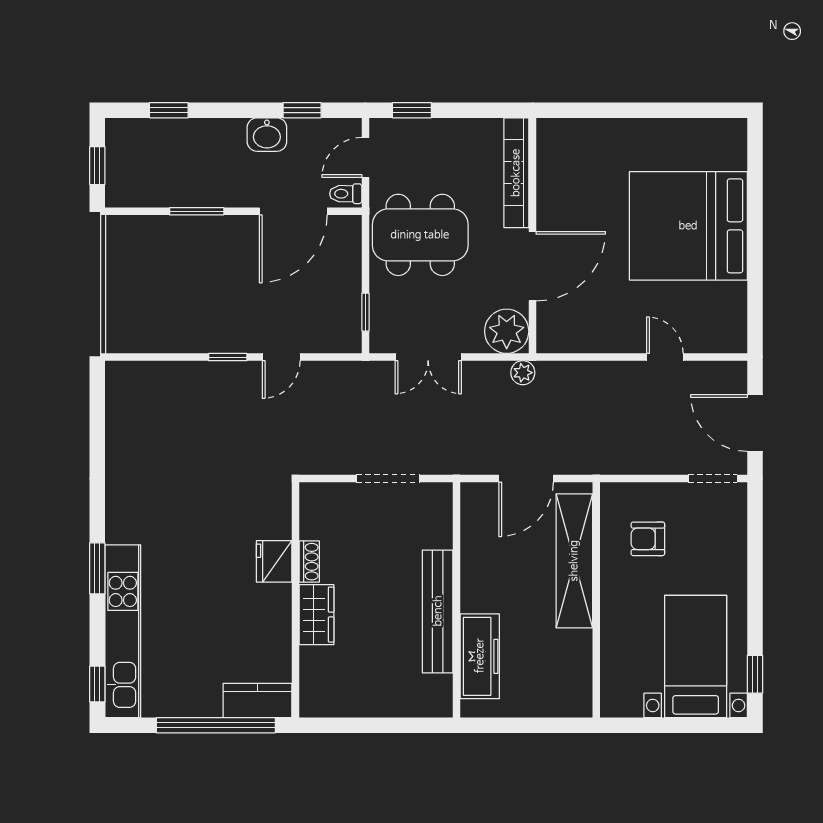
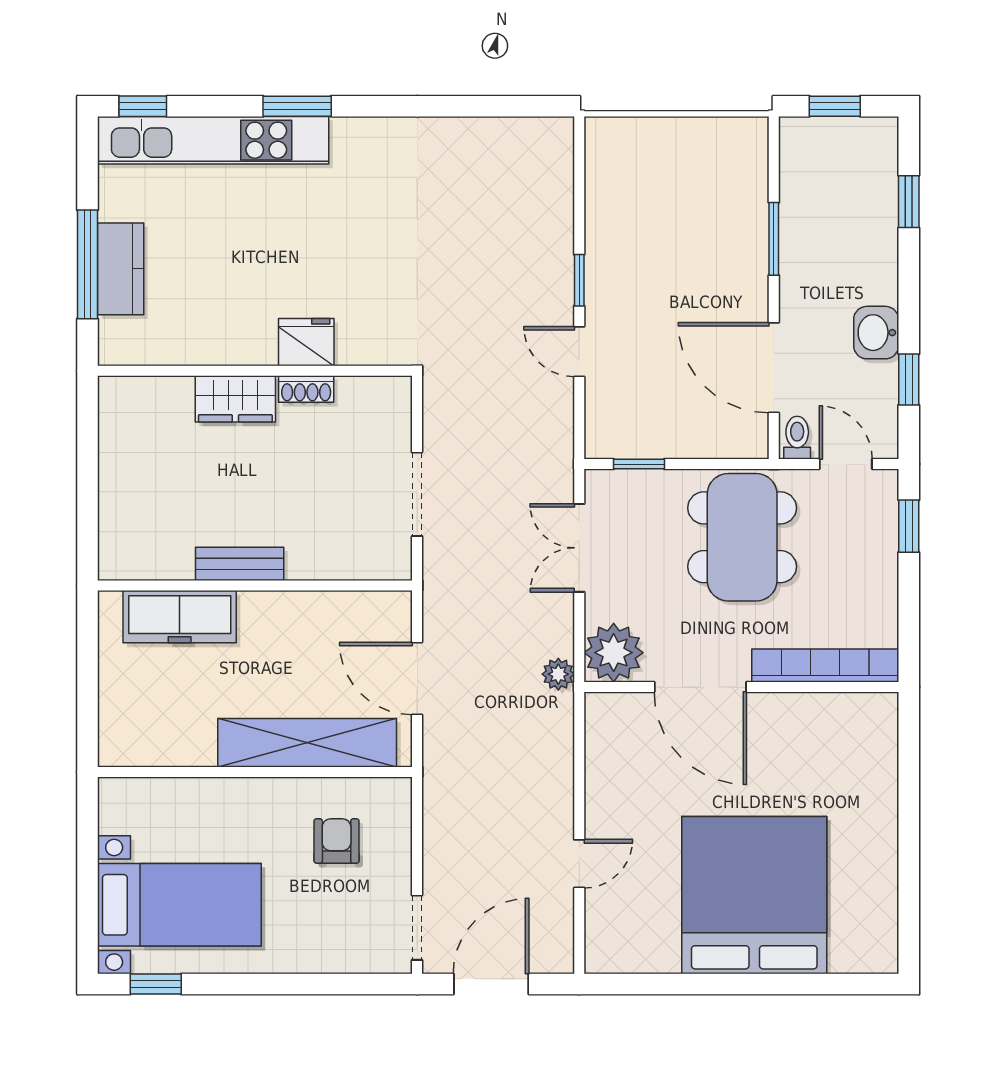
bench: (438, 611) -> (240, 564), width x0.54, depth x0.82
kitchen counter: (258, 701) -> (121, 269), moved
window: (216, 725) -> (88, 264), width x0.68

